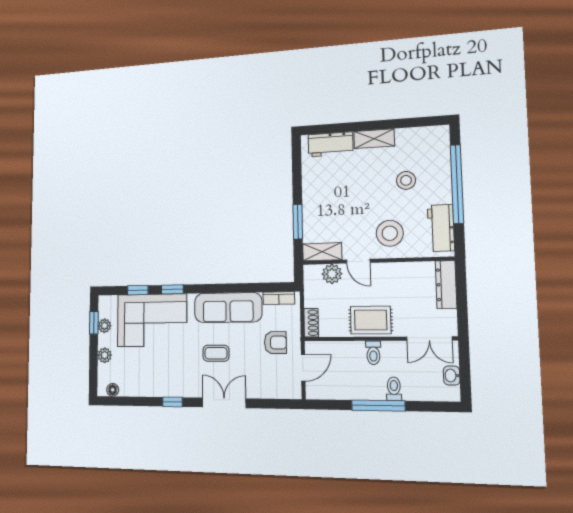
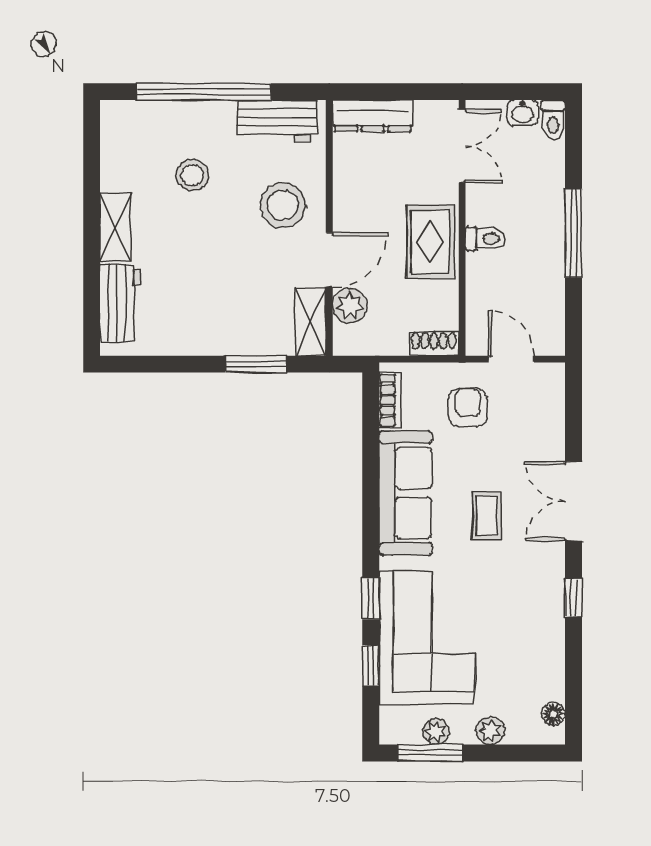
door: (358, 261) -> (329, 260), width x1.38
window: (94, 323) -> (430, 753), width x1.50
toilet: (394, 389) -> (553, 120), moved, turned -90

